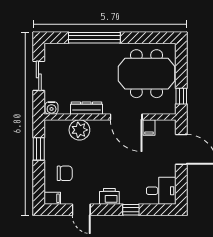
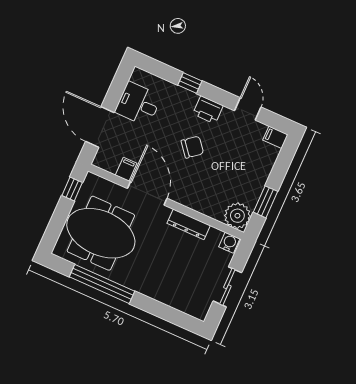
window: (94, 38) -> (102, 284), moved
plant: (79, 130) -> (237, 216), moved
chair: (65, 173) -> (192, 147), moved, turned 141
desk: (161, 191) -> (138, 104), moved

